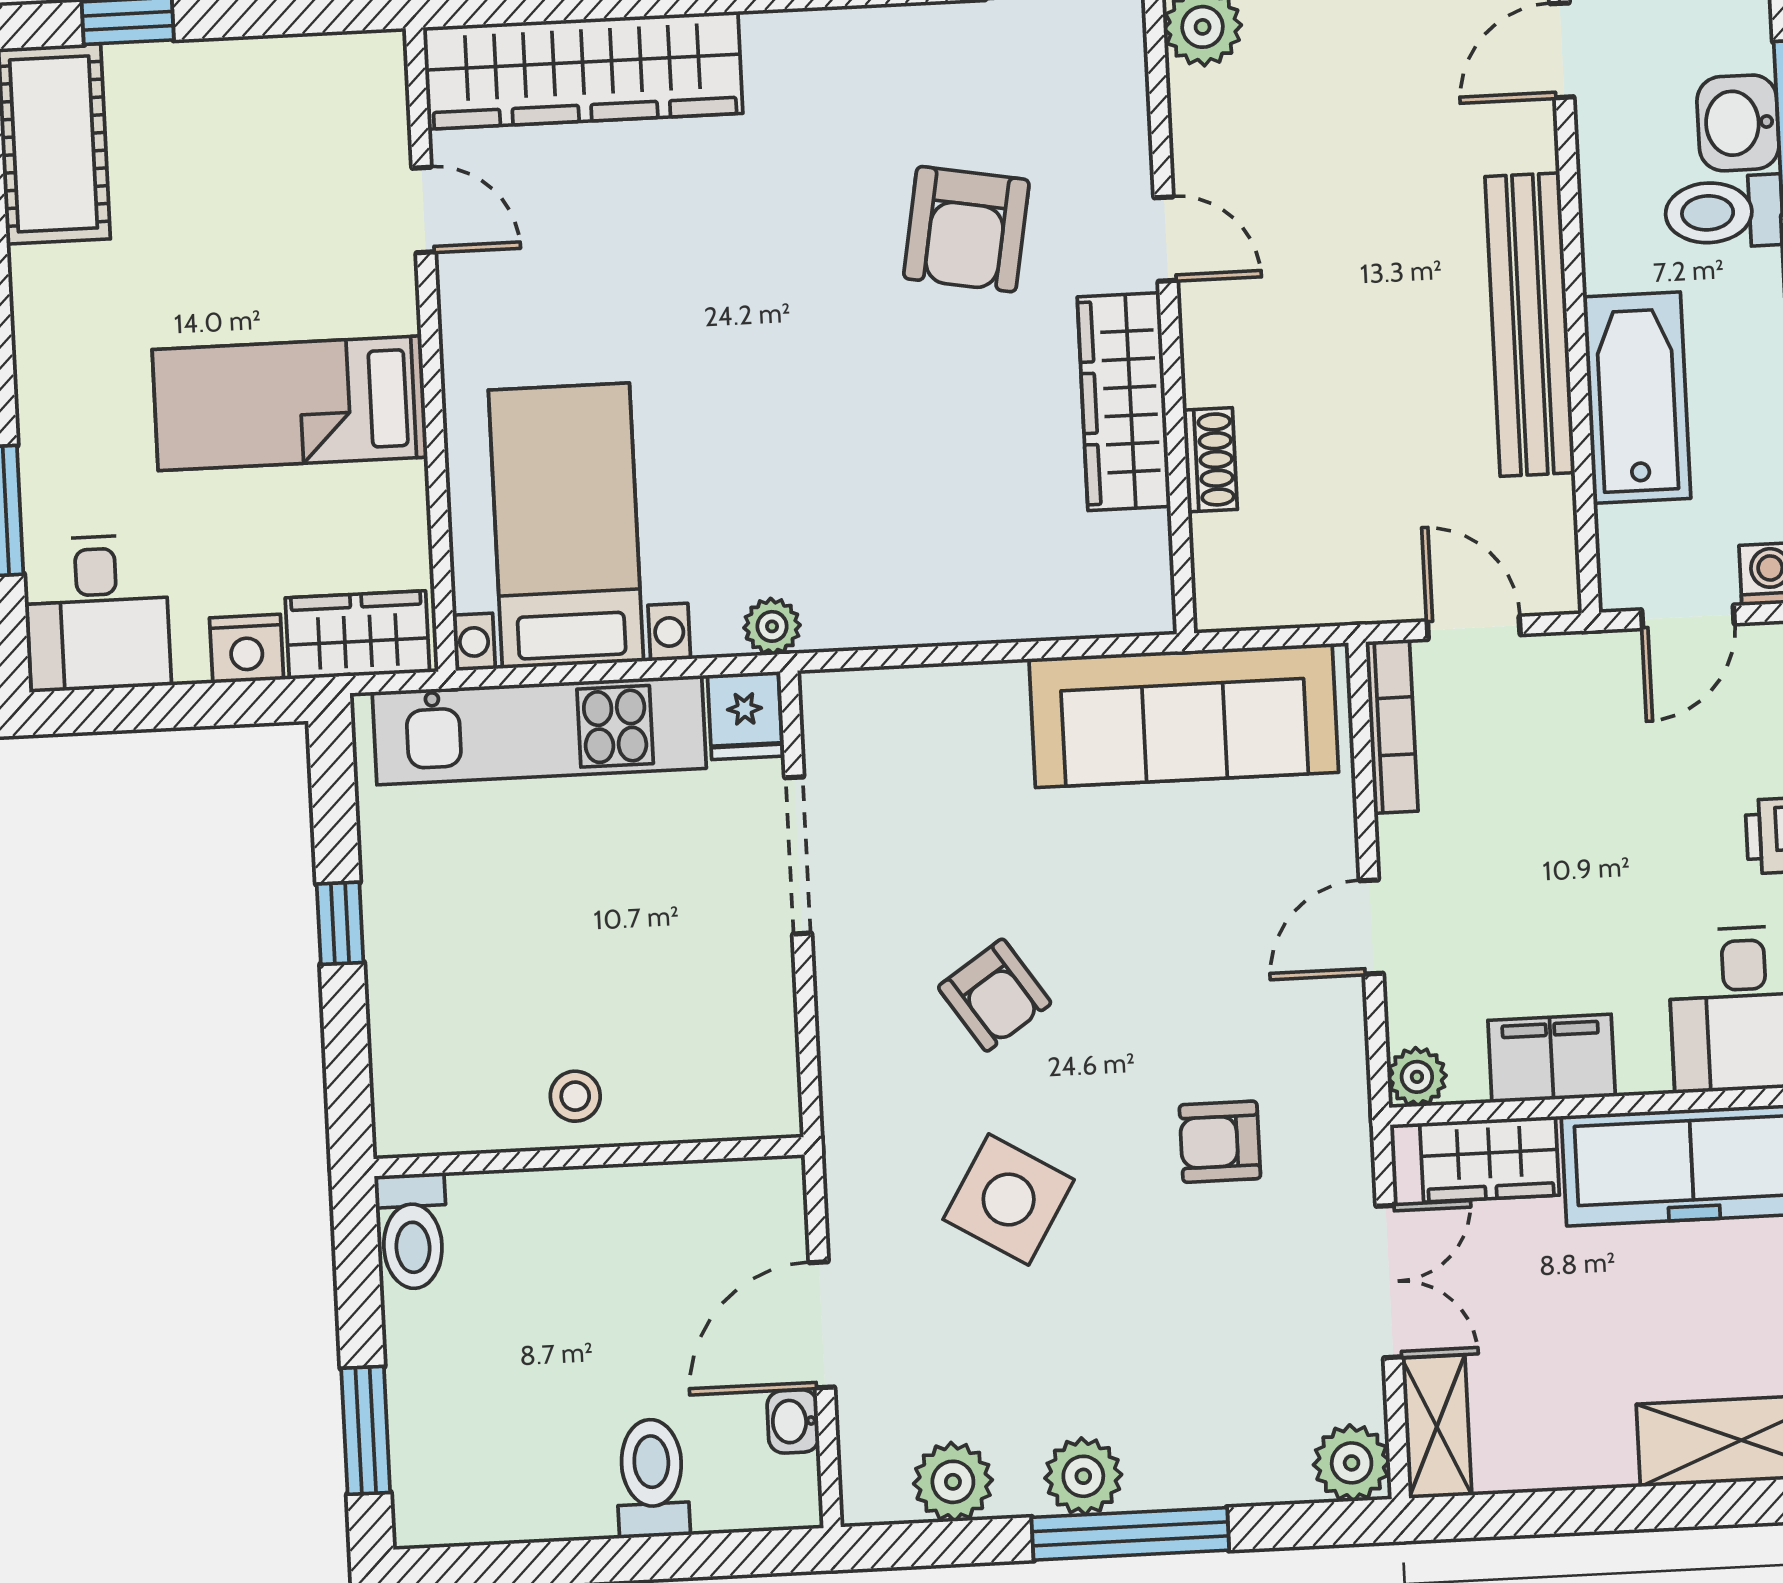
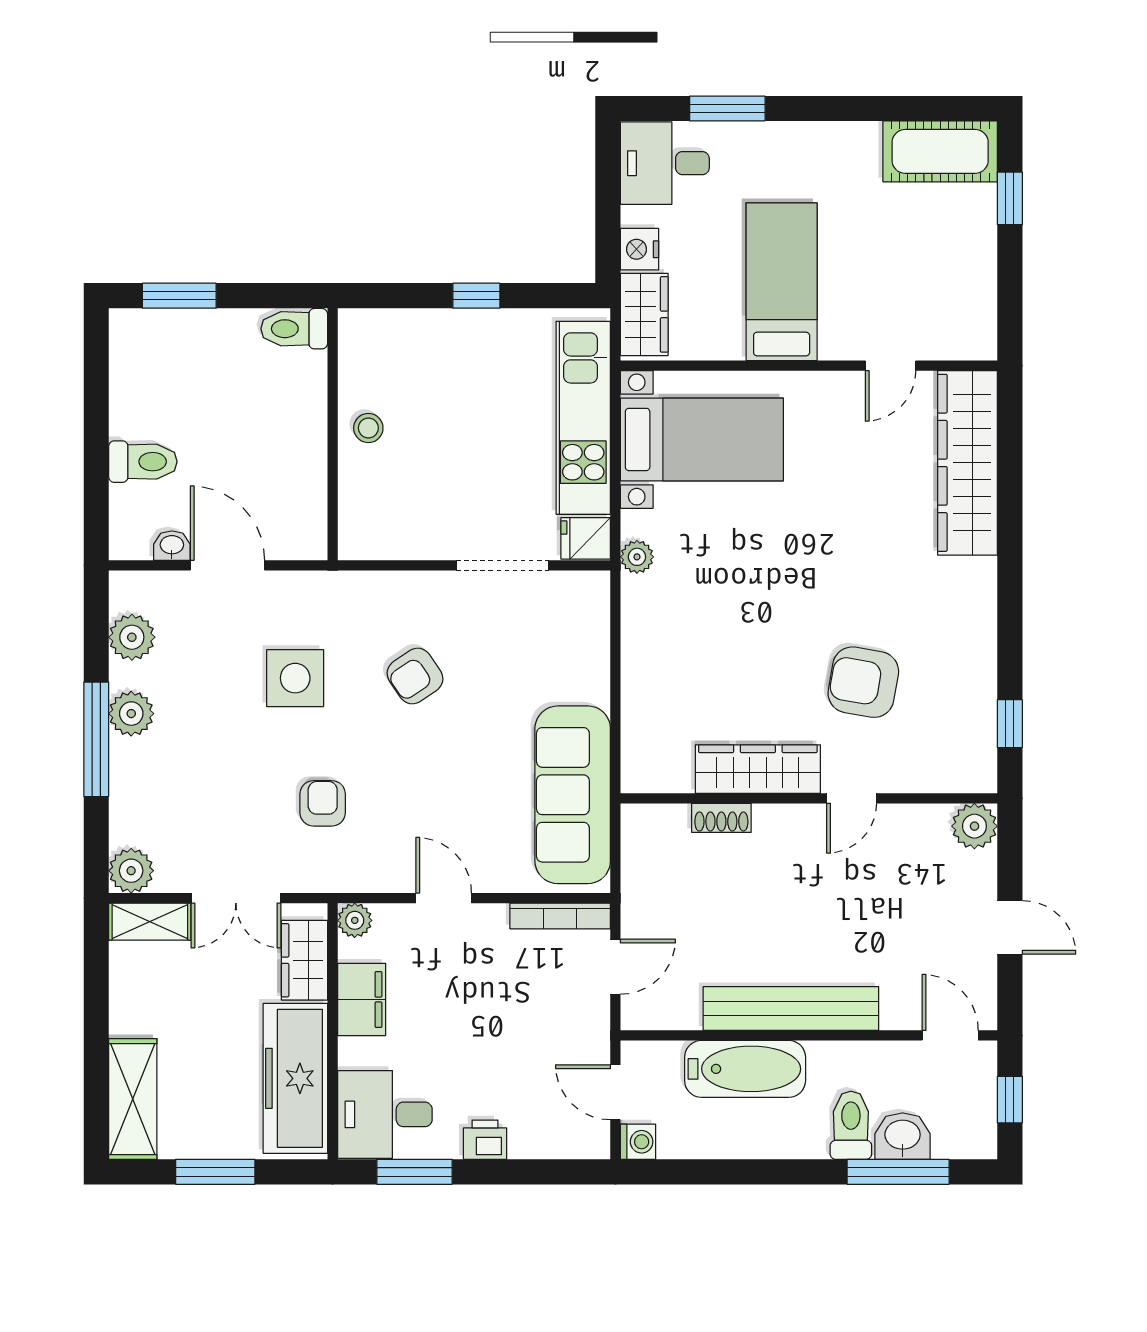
side table: (1009, 1199) -> (295, 678), turned -31

